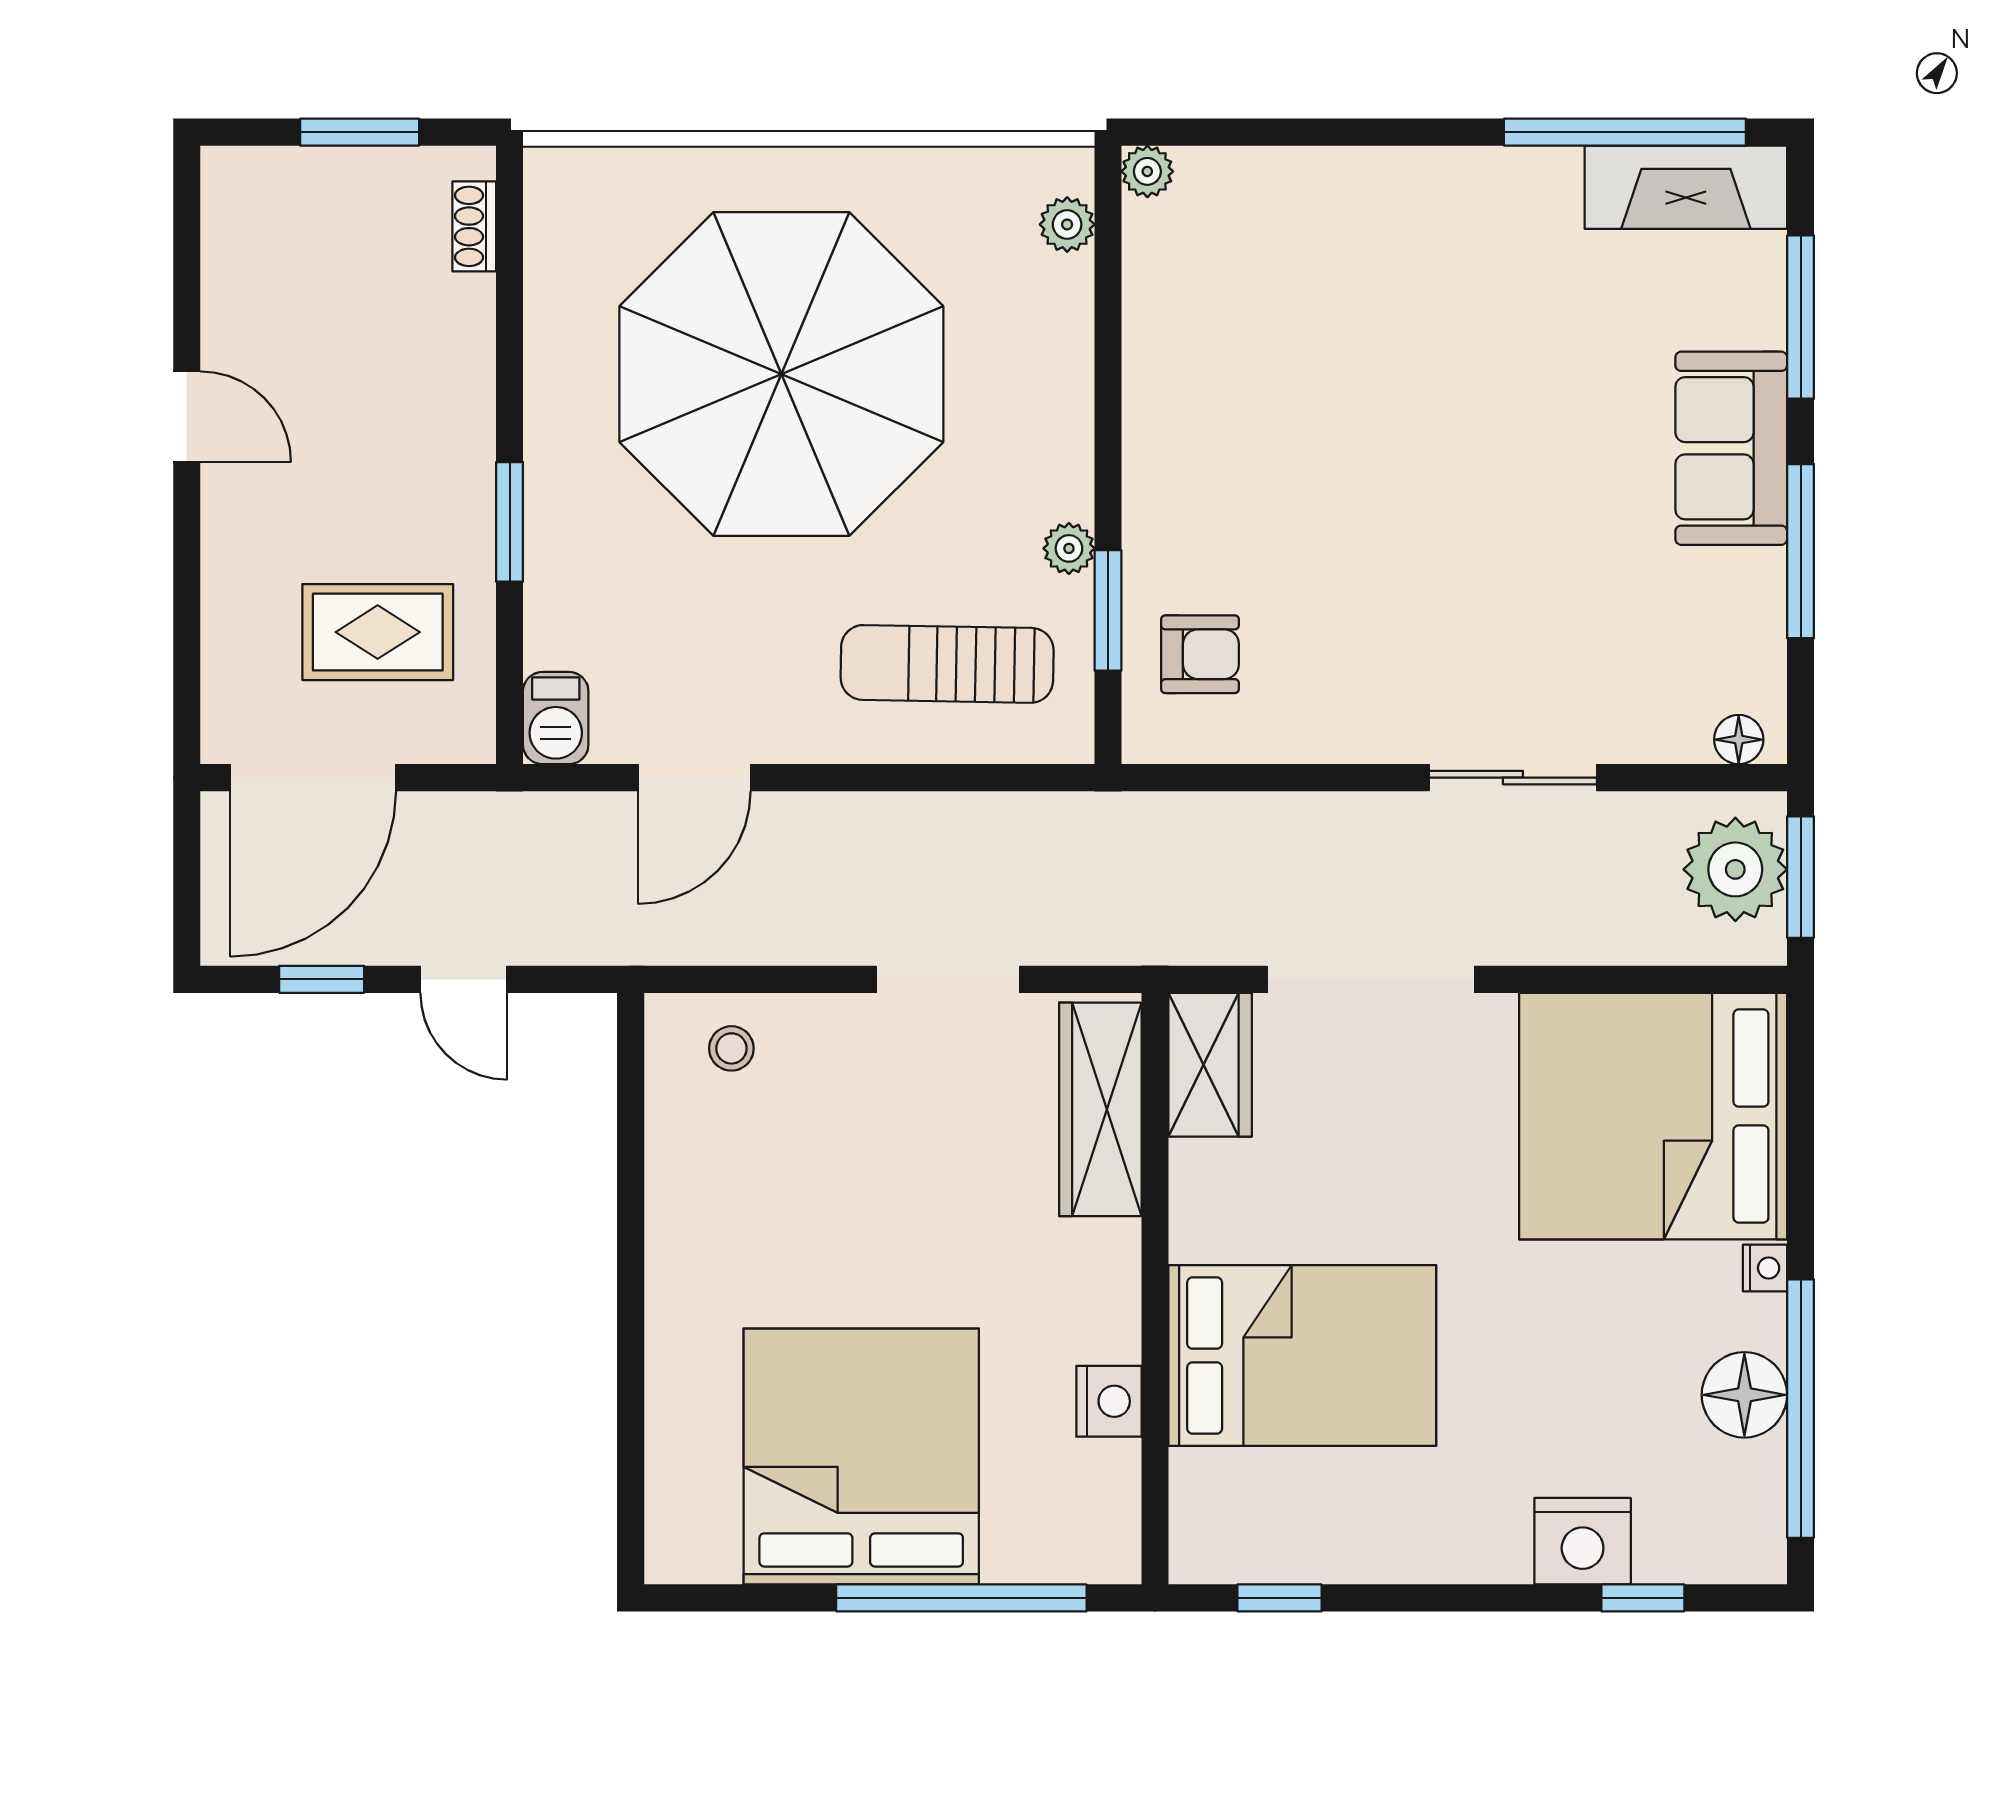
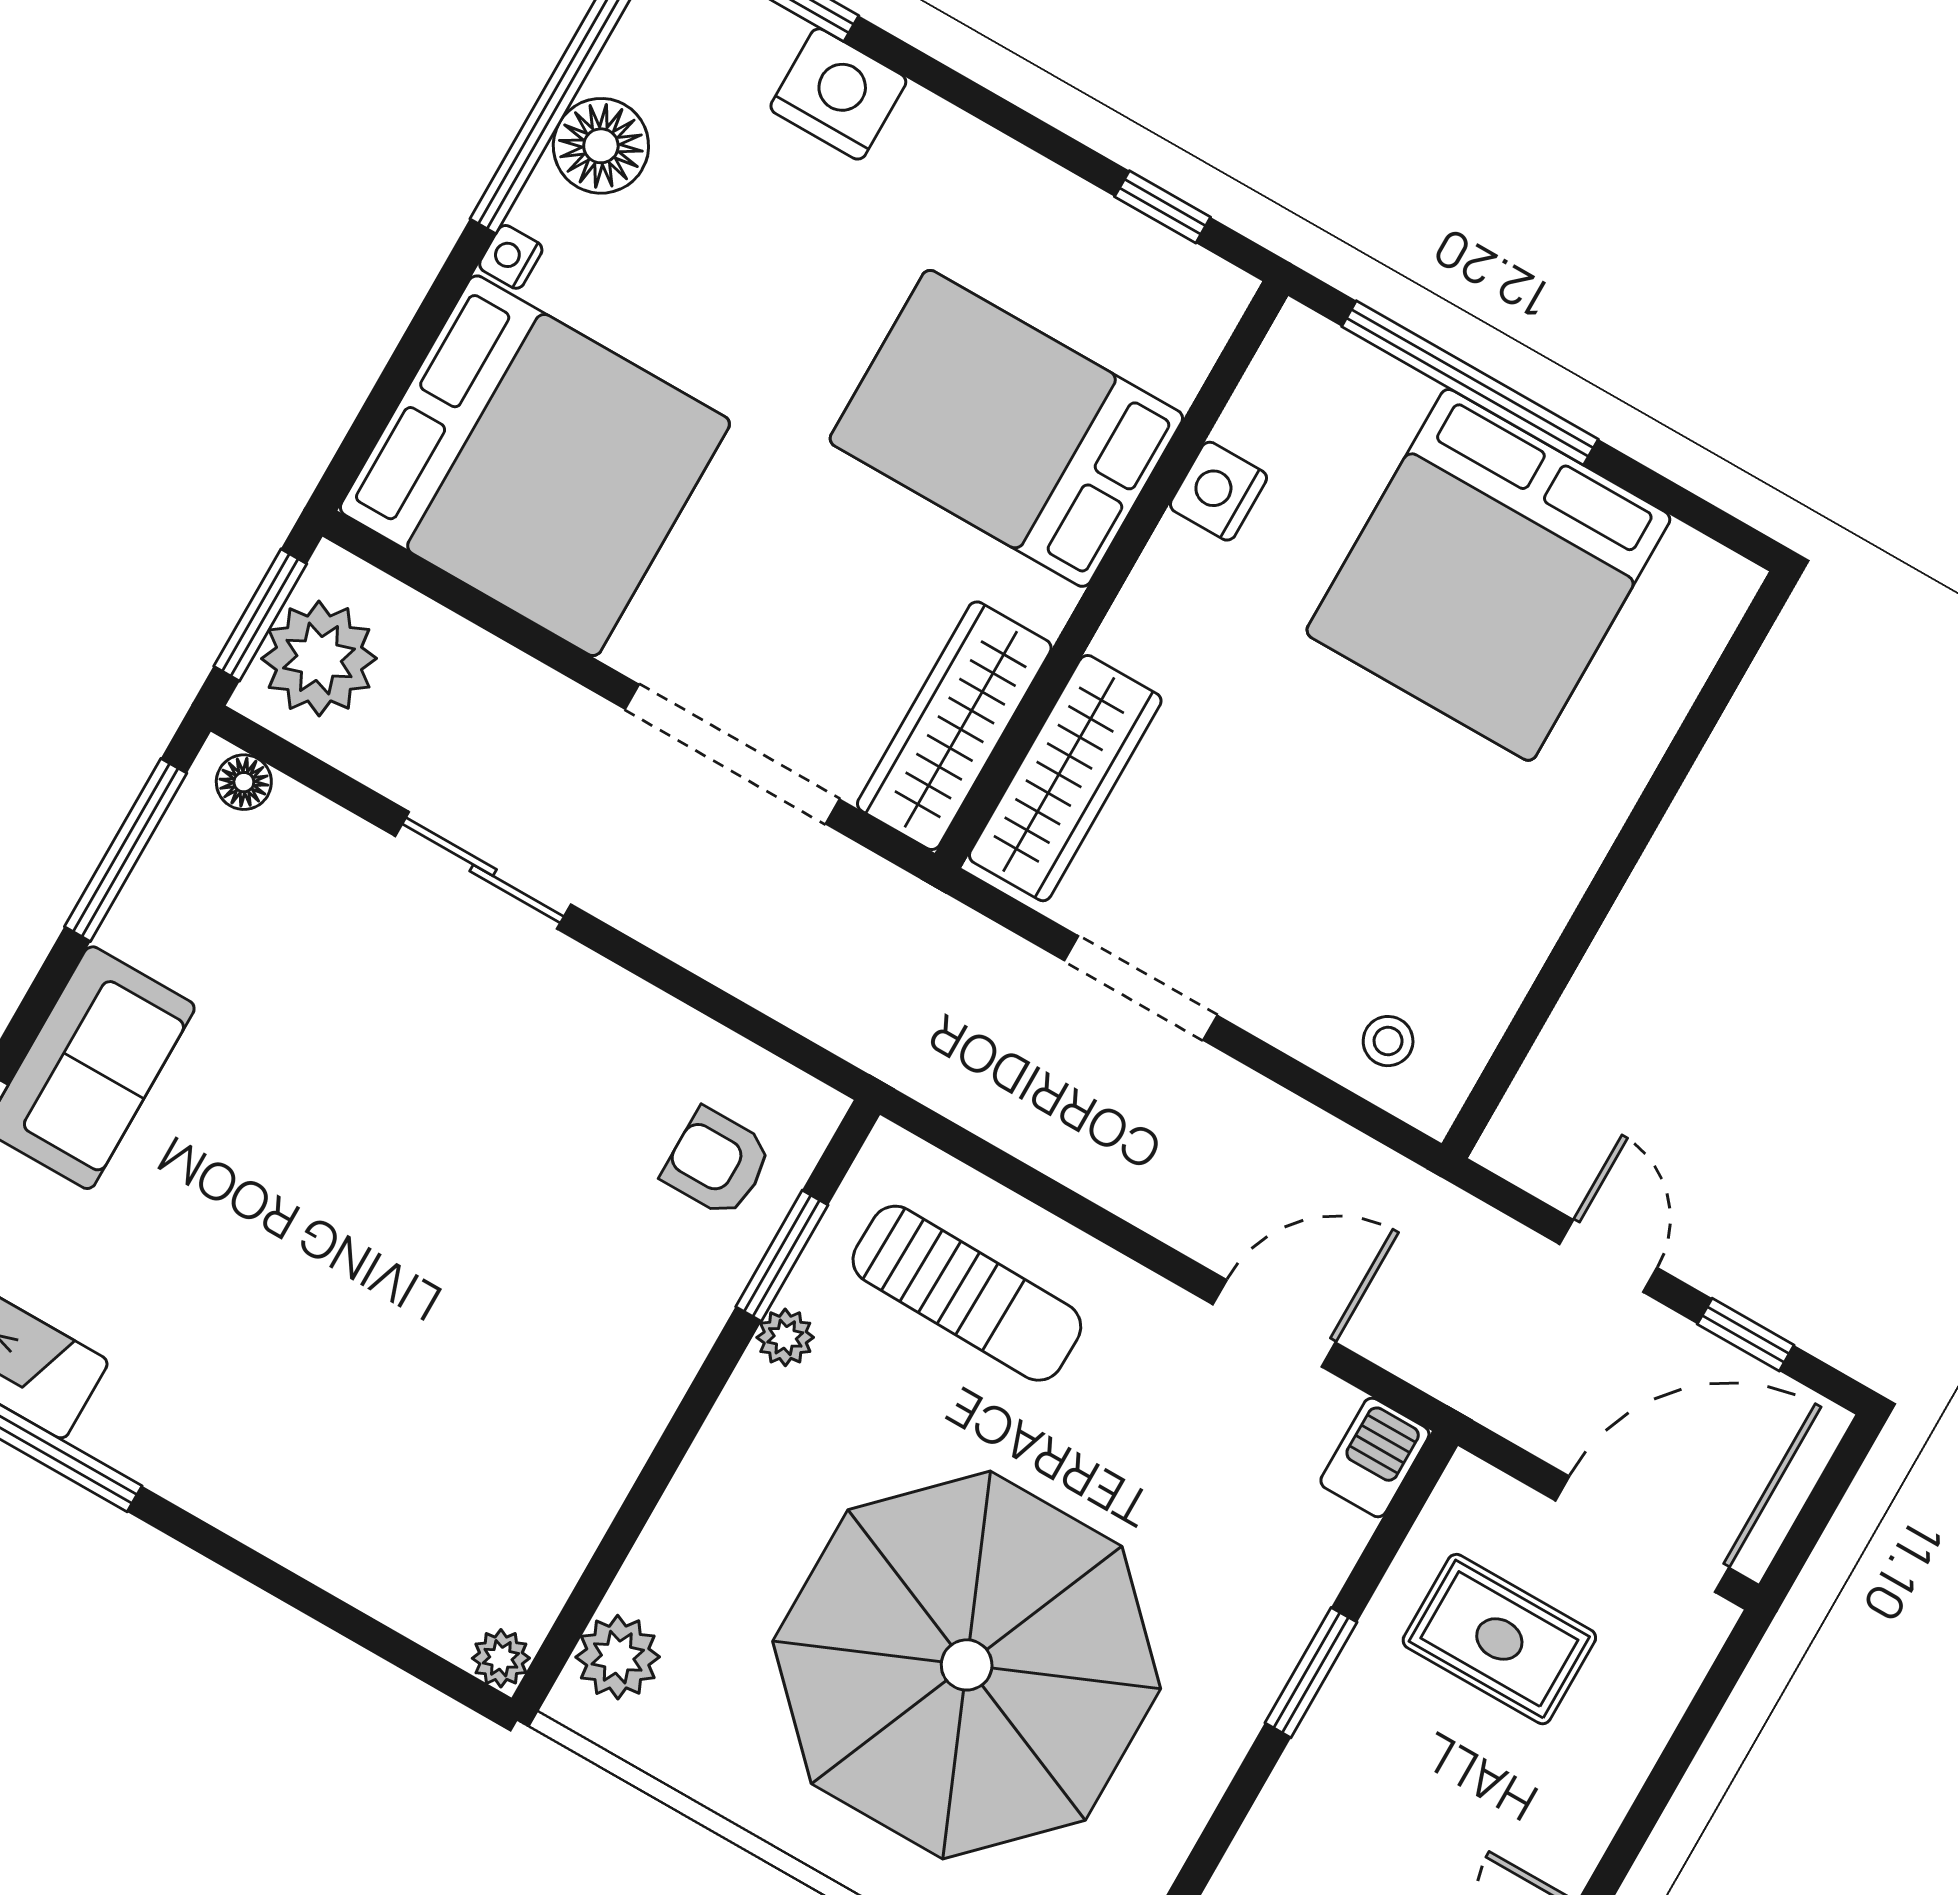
plant: (1067, 224) -> (618, 1657), width x1.38, depth x1.38
window: (1801, 551) -> (126, 850), moved
wardrobe: (1210, 1065) -> (954, 726), width x1.50

